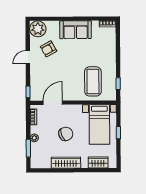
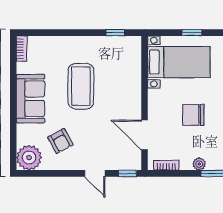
door: (28, 57) -> (95, 173), moved
coffee table: (93, 81) -> (81, 86), moved, turned 90
chair: (66, 134) -> (193, 115), turned -68

